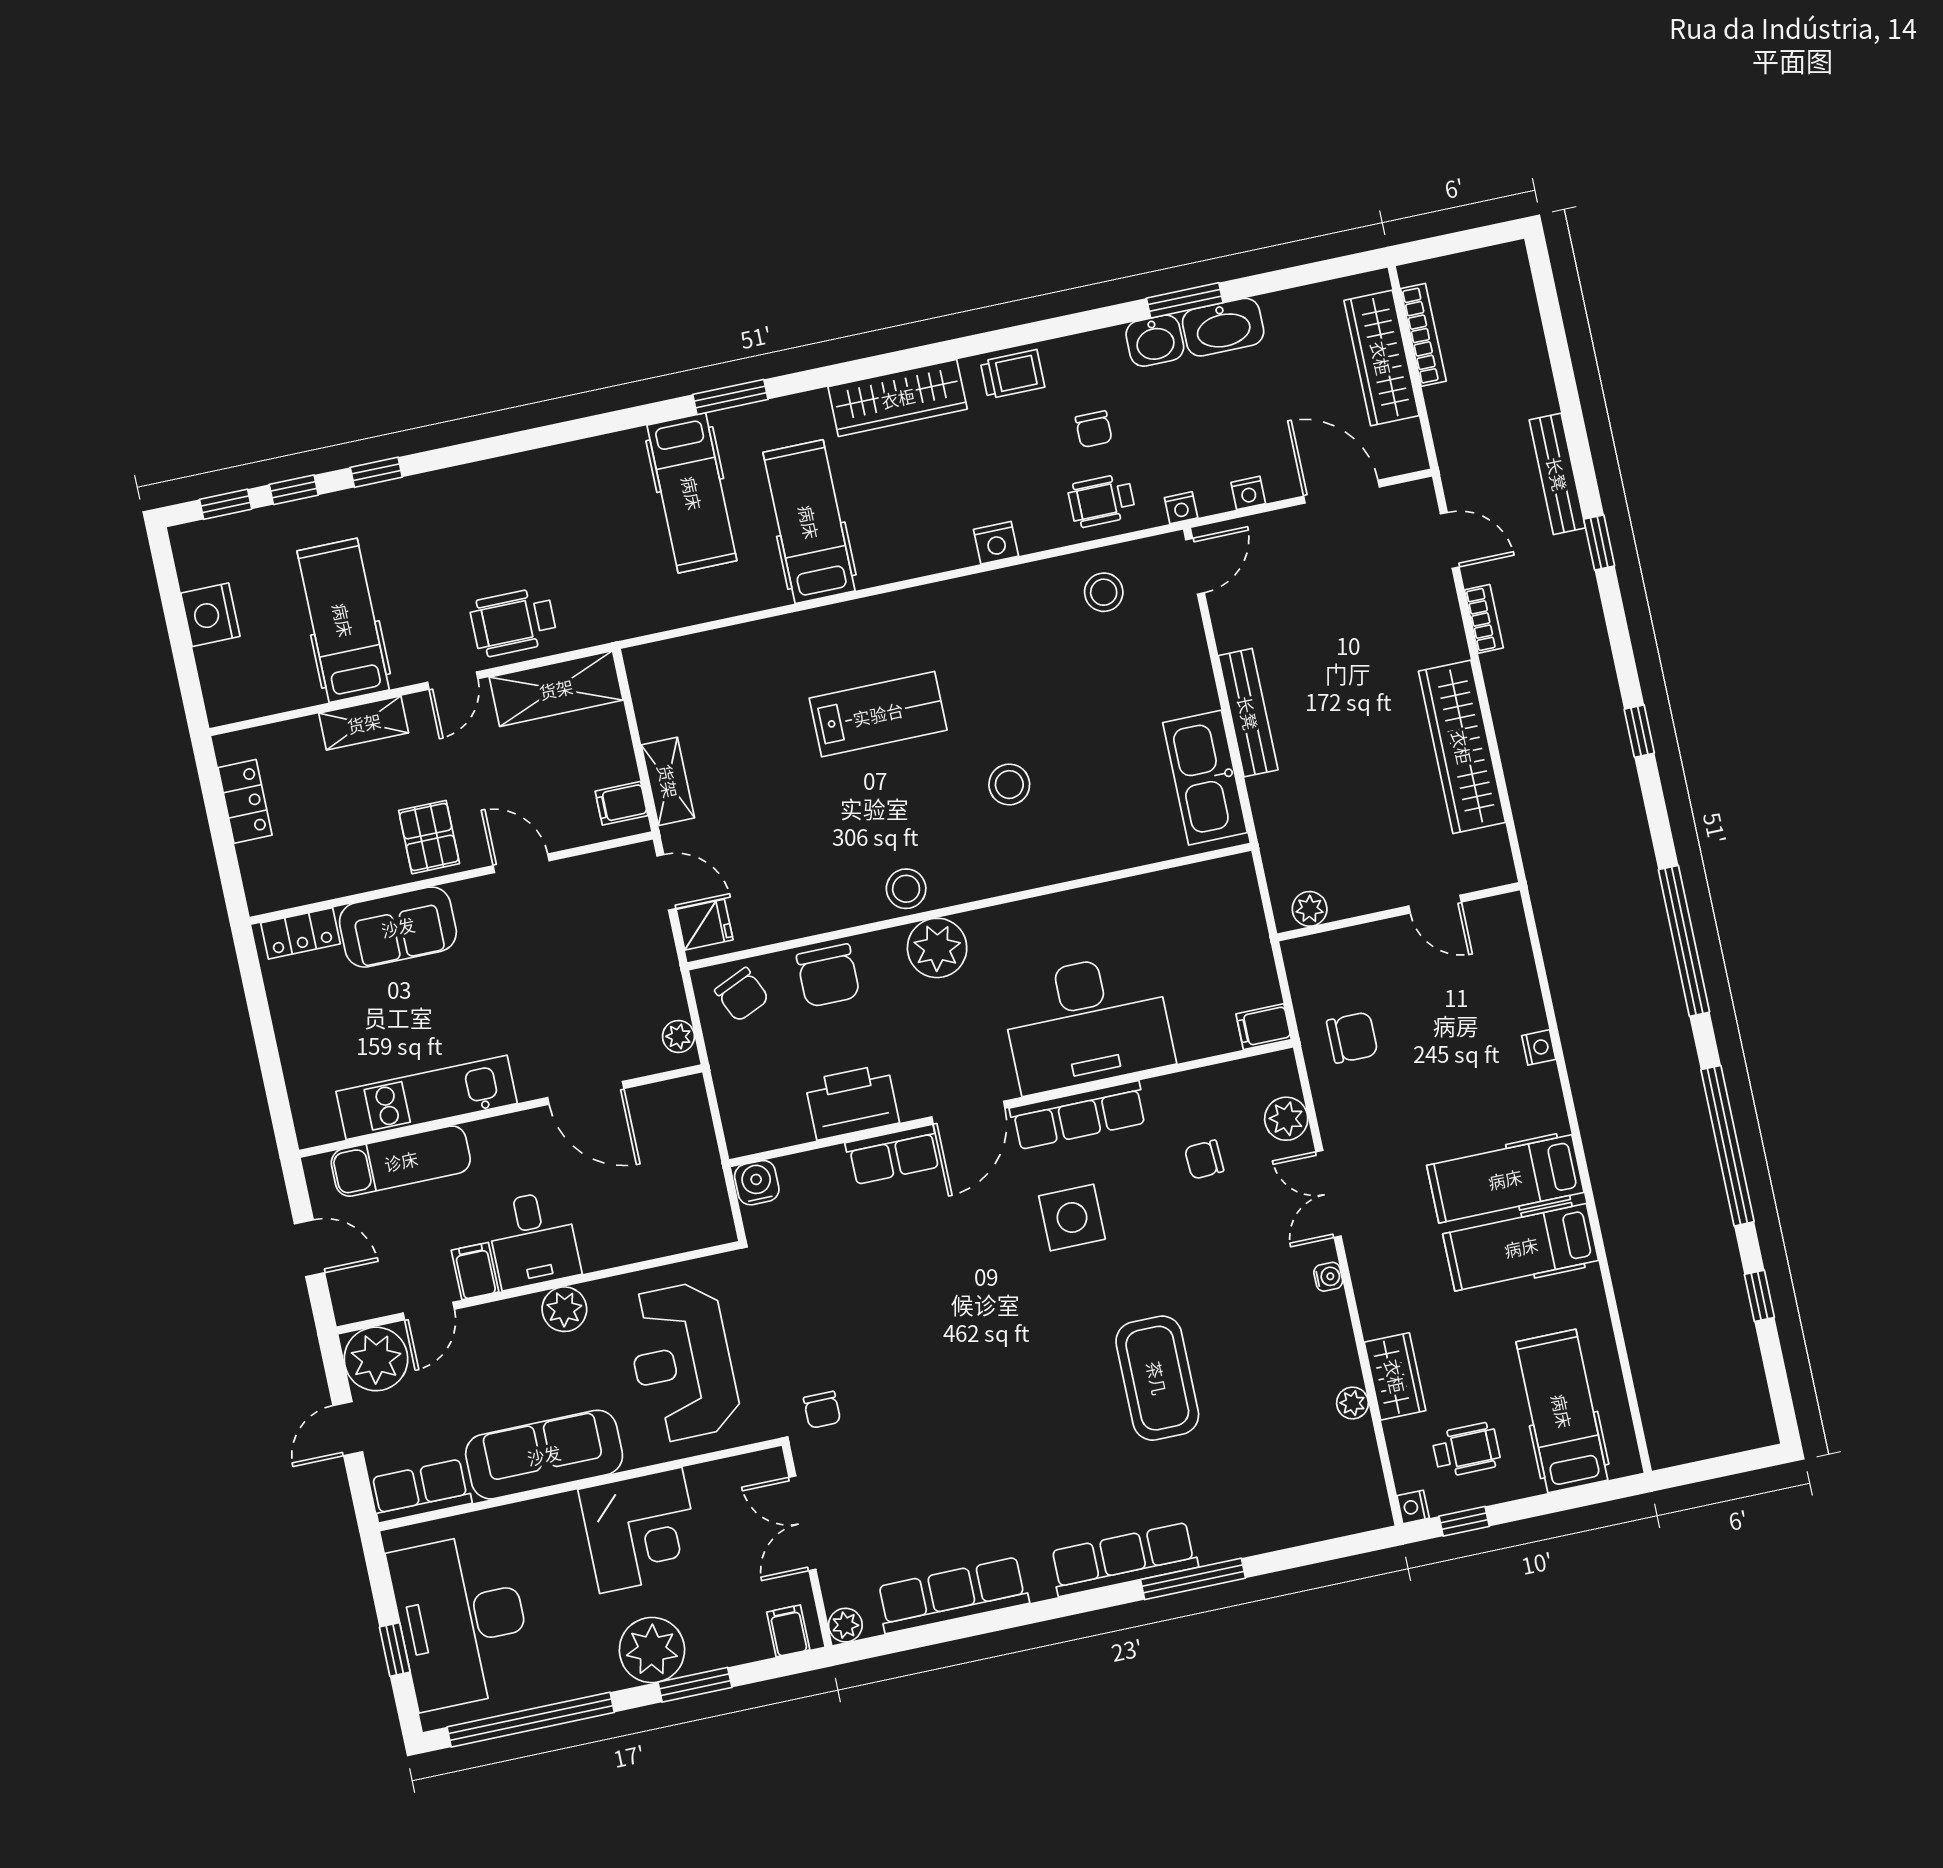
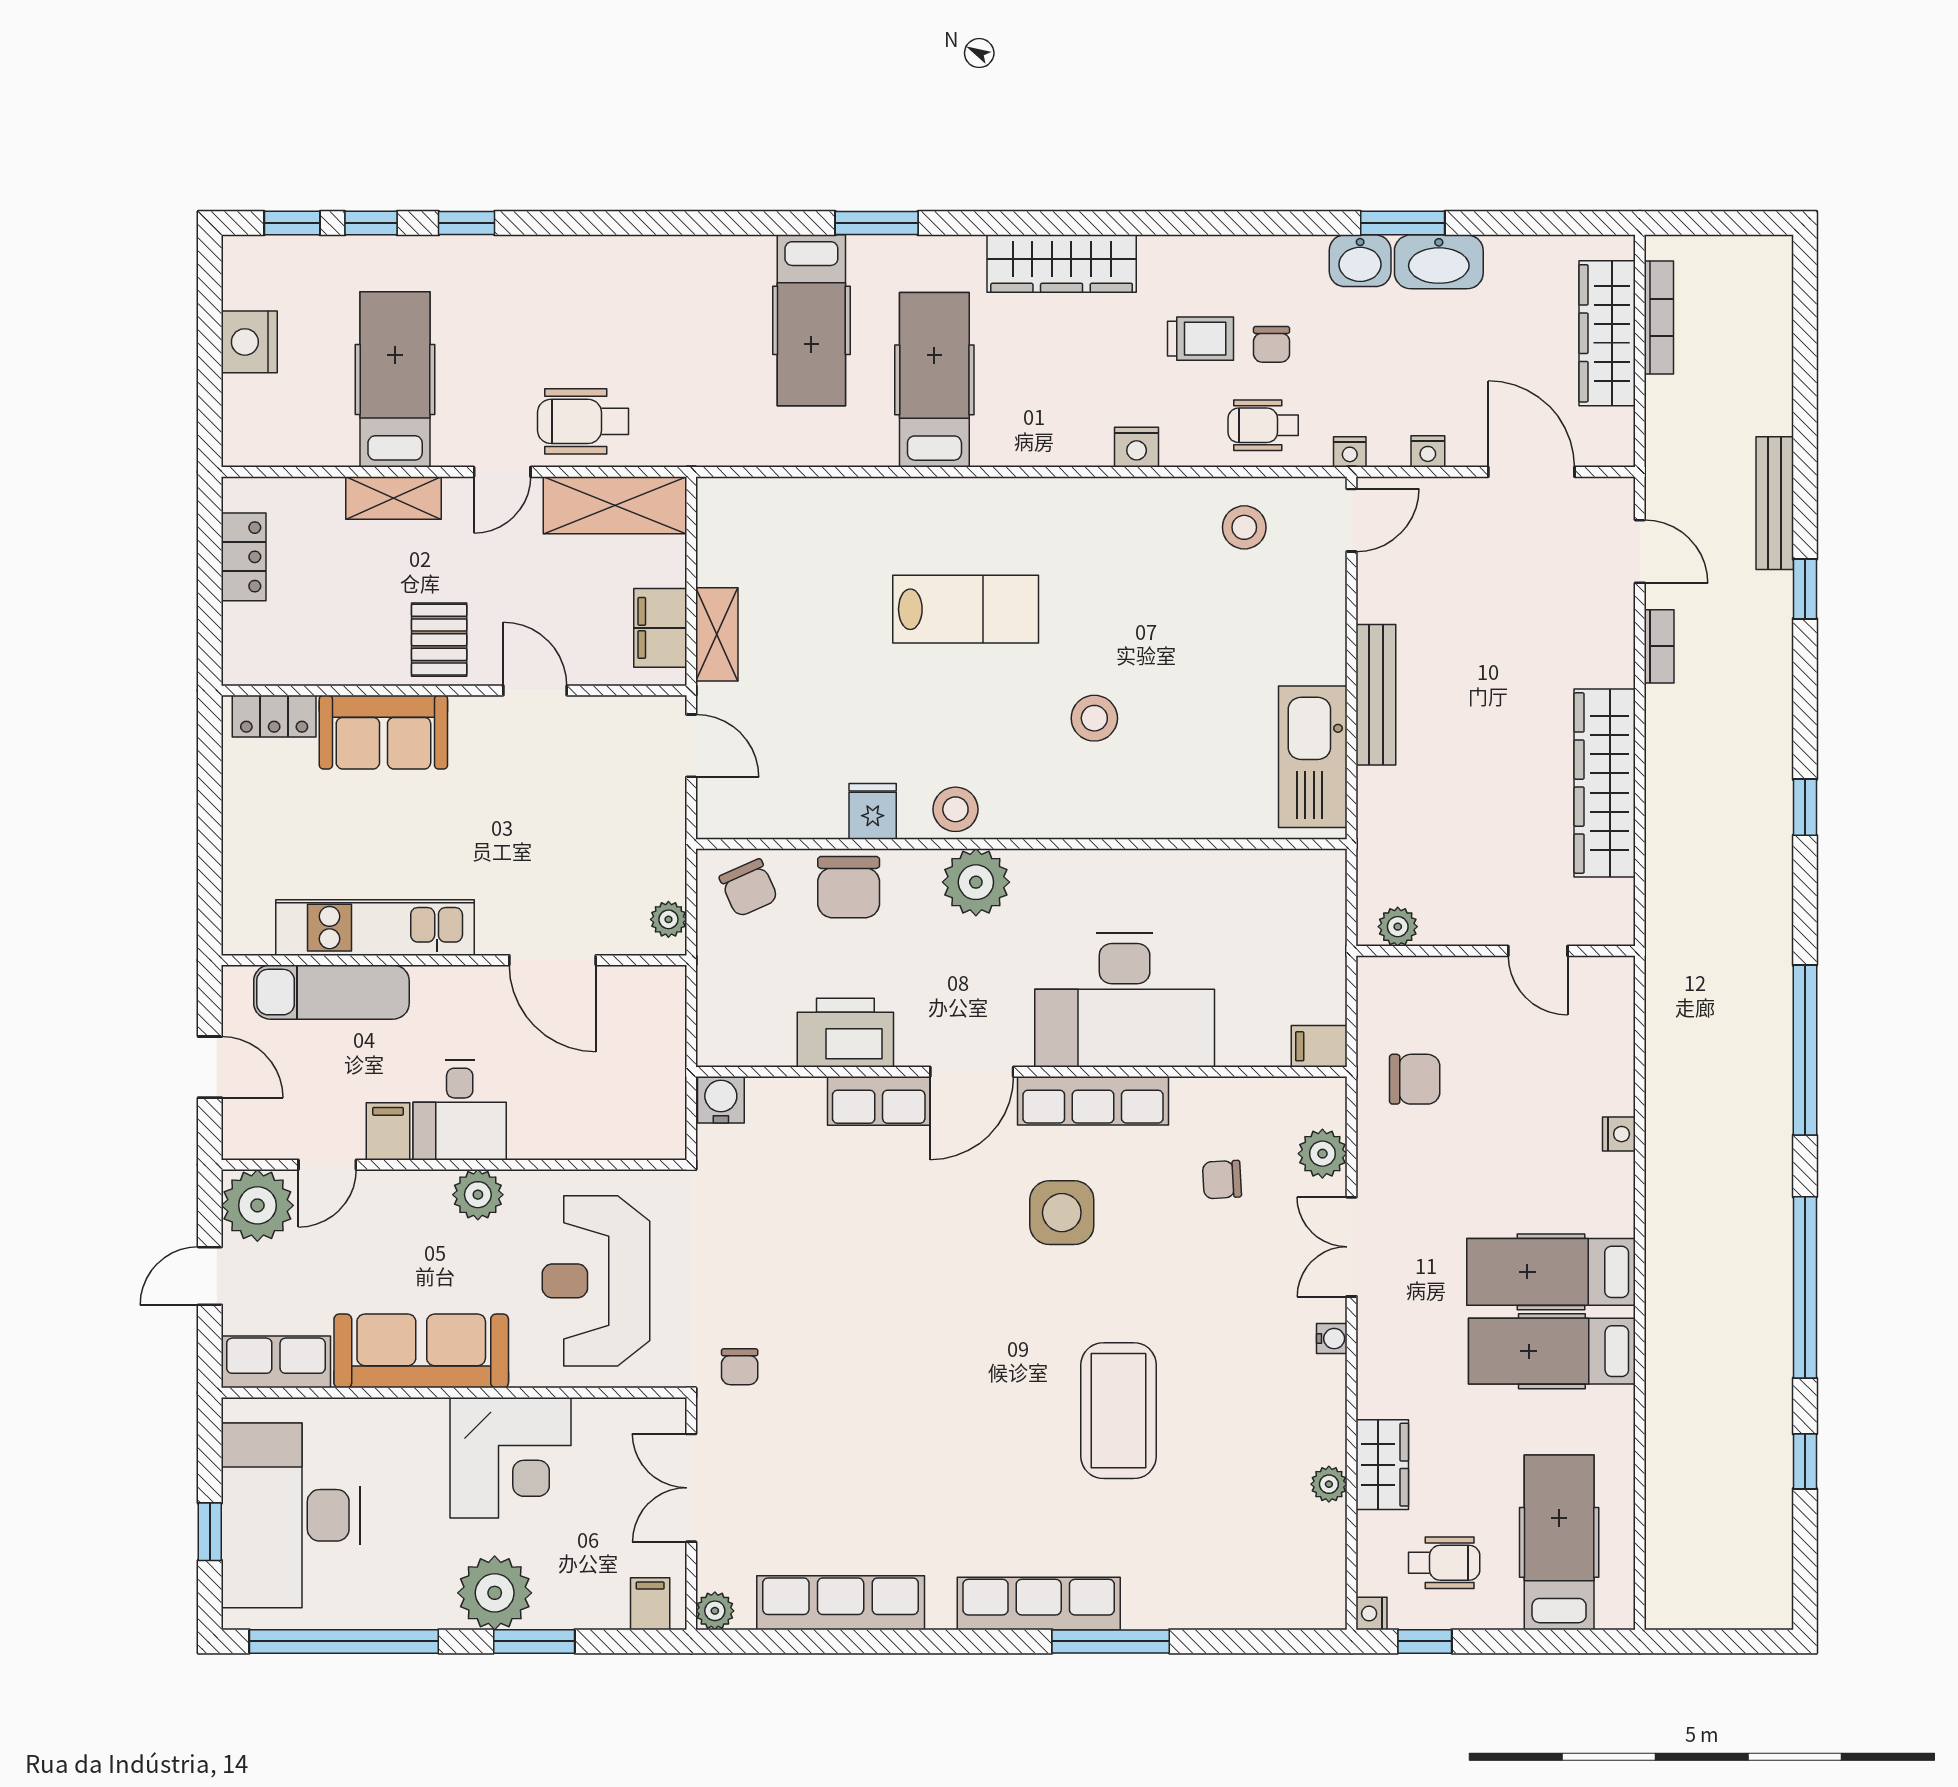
trolley: (1012, 374) -> (1200, 339), moved
filing cabinet: (621, 803) -> (660, 628), width x2.00
fridge: (705, 925) -> (873, 811), moved, turned -90

